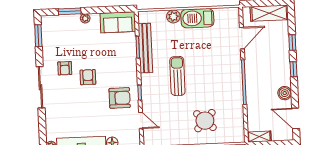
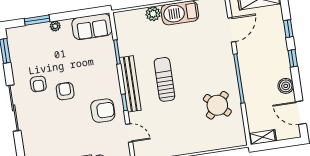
bench: (145, 48) -> (130, 84), moved
round table: (205, 121) -> (217, 105), moved

